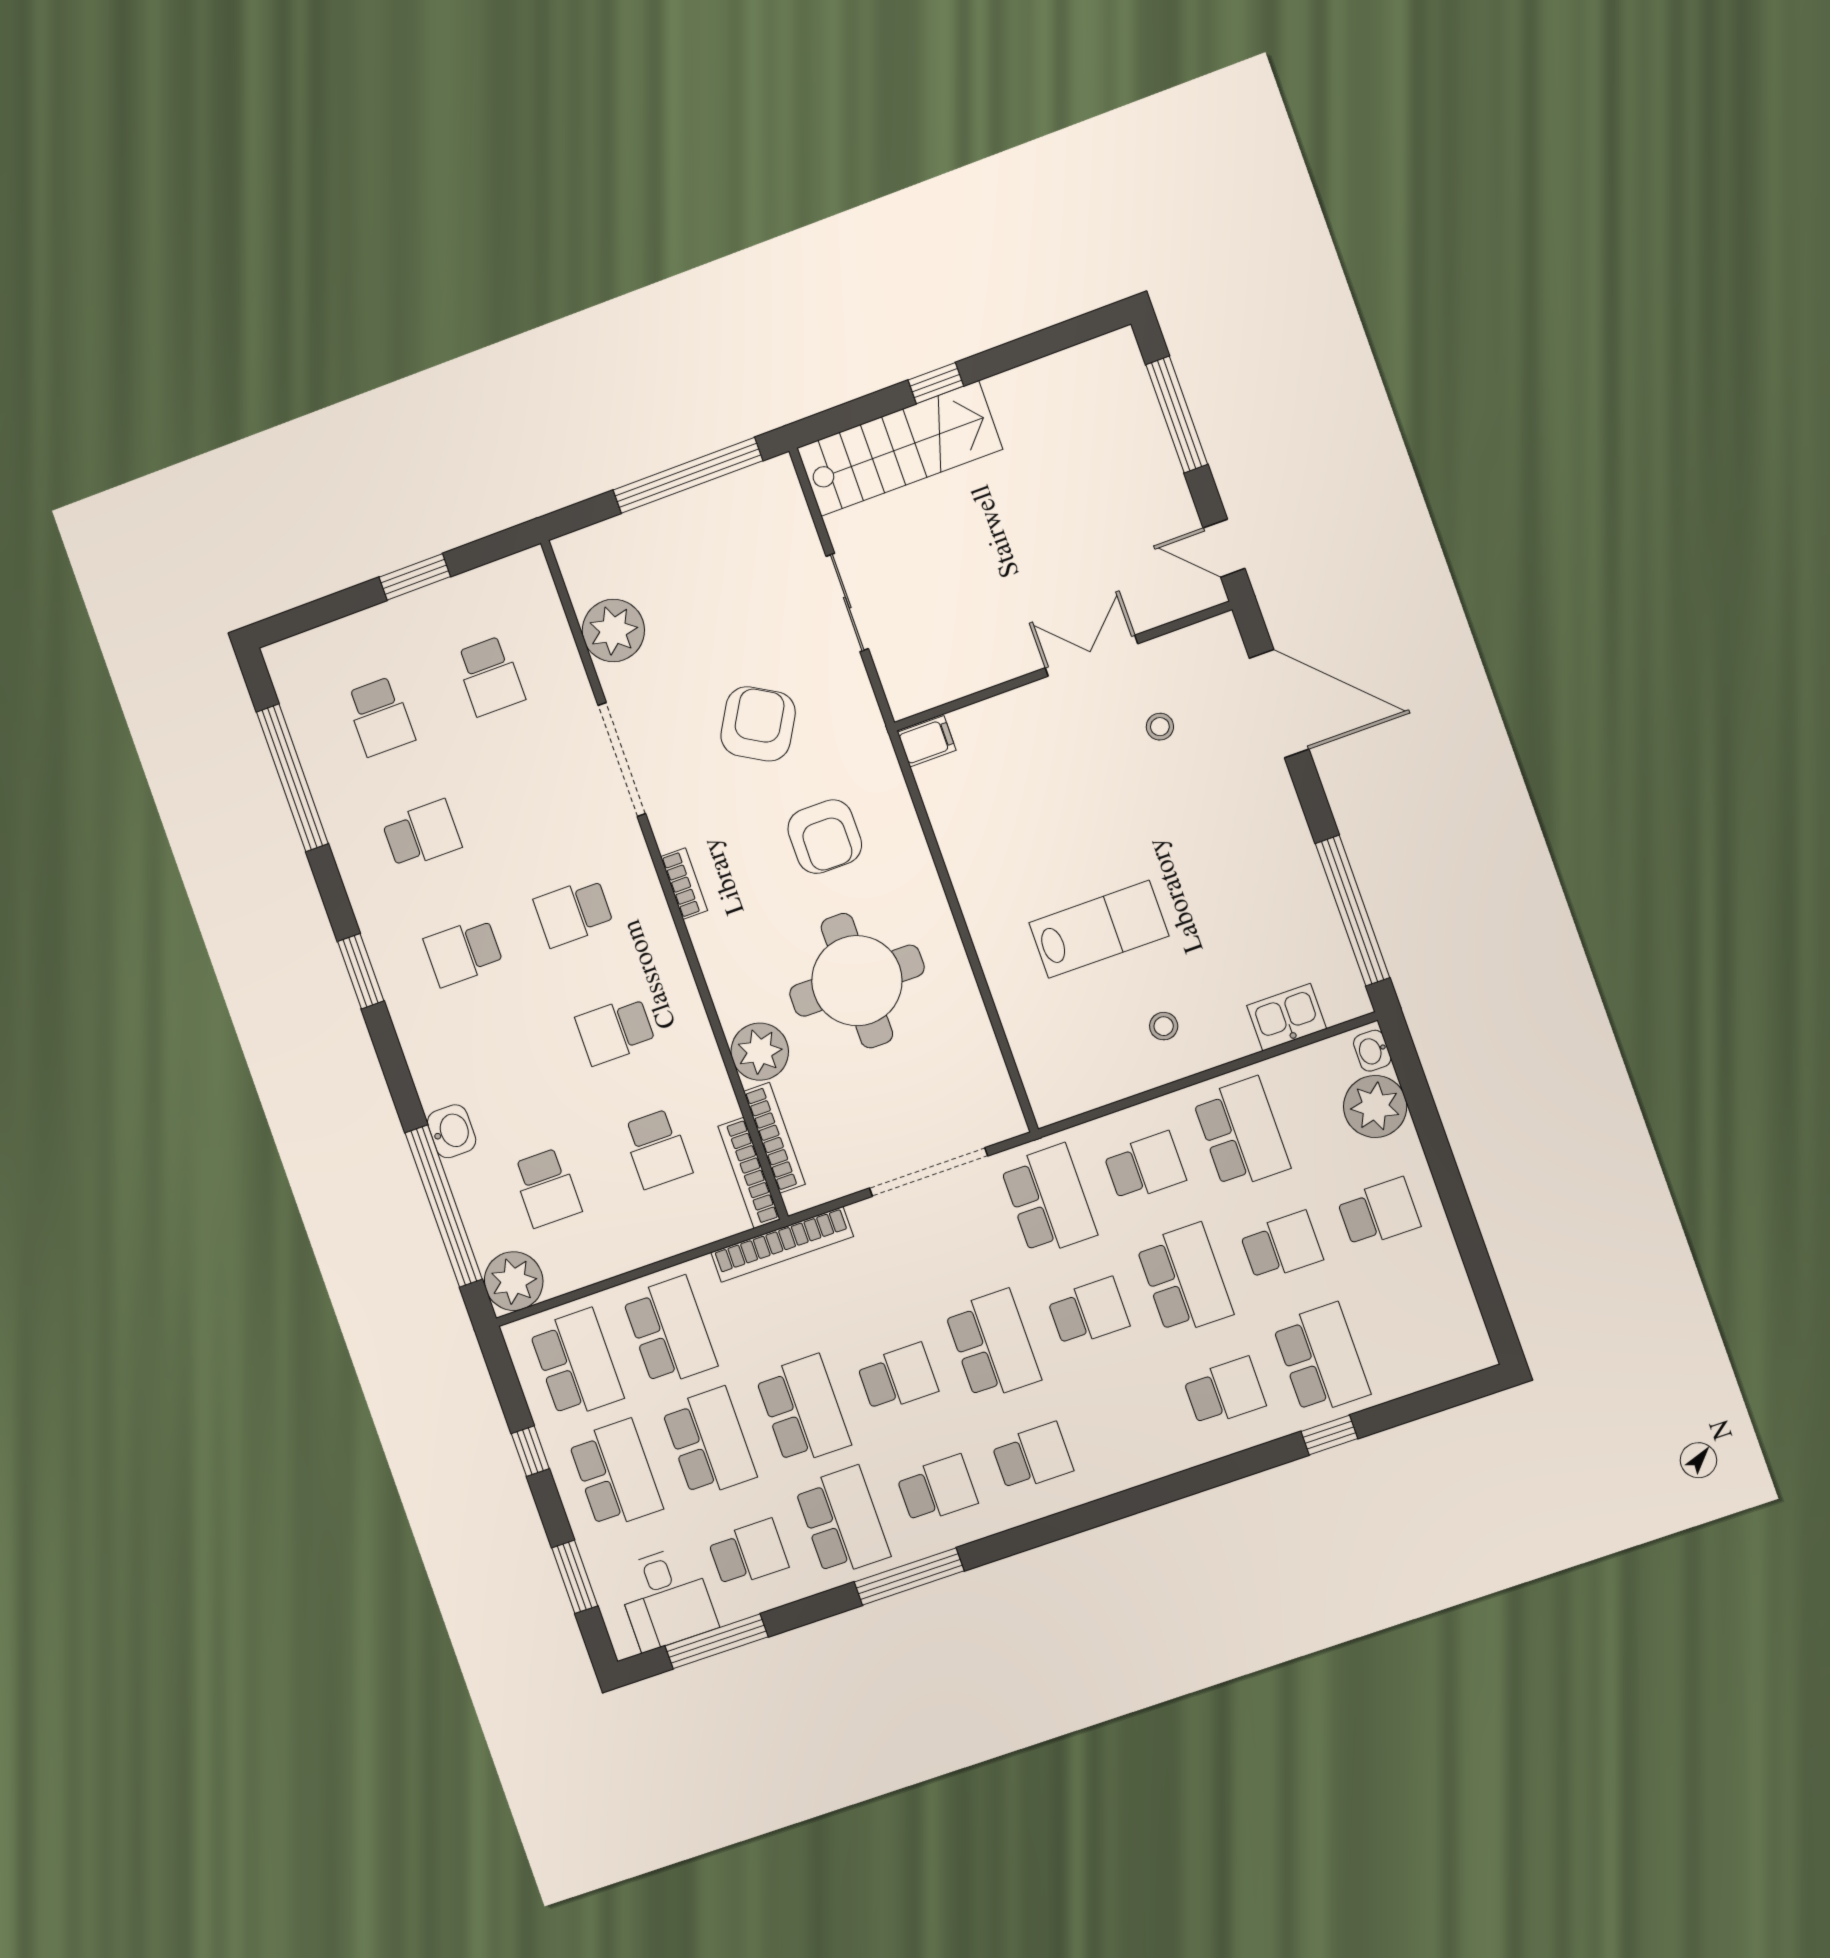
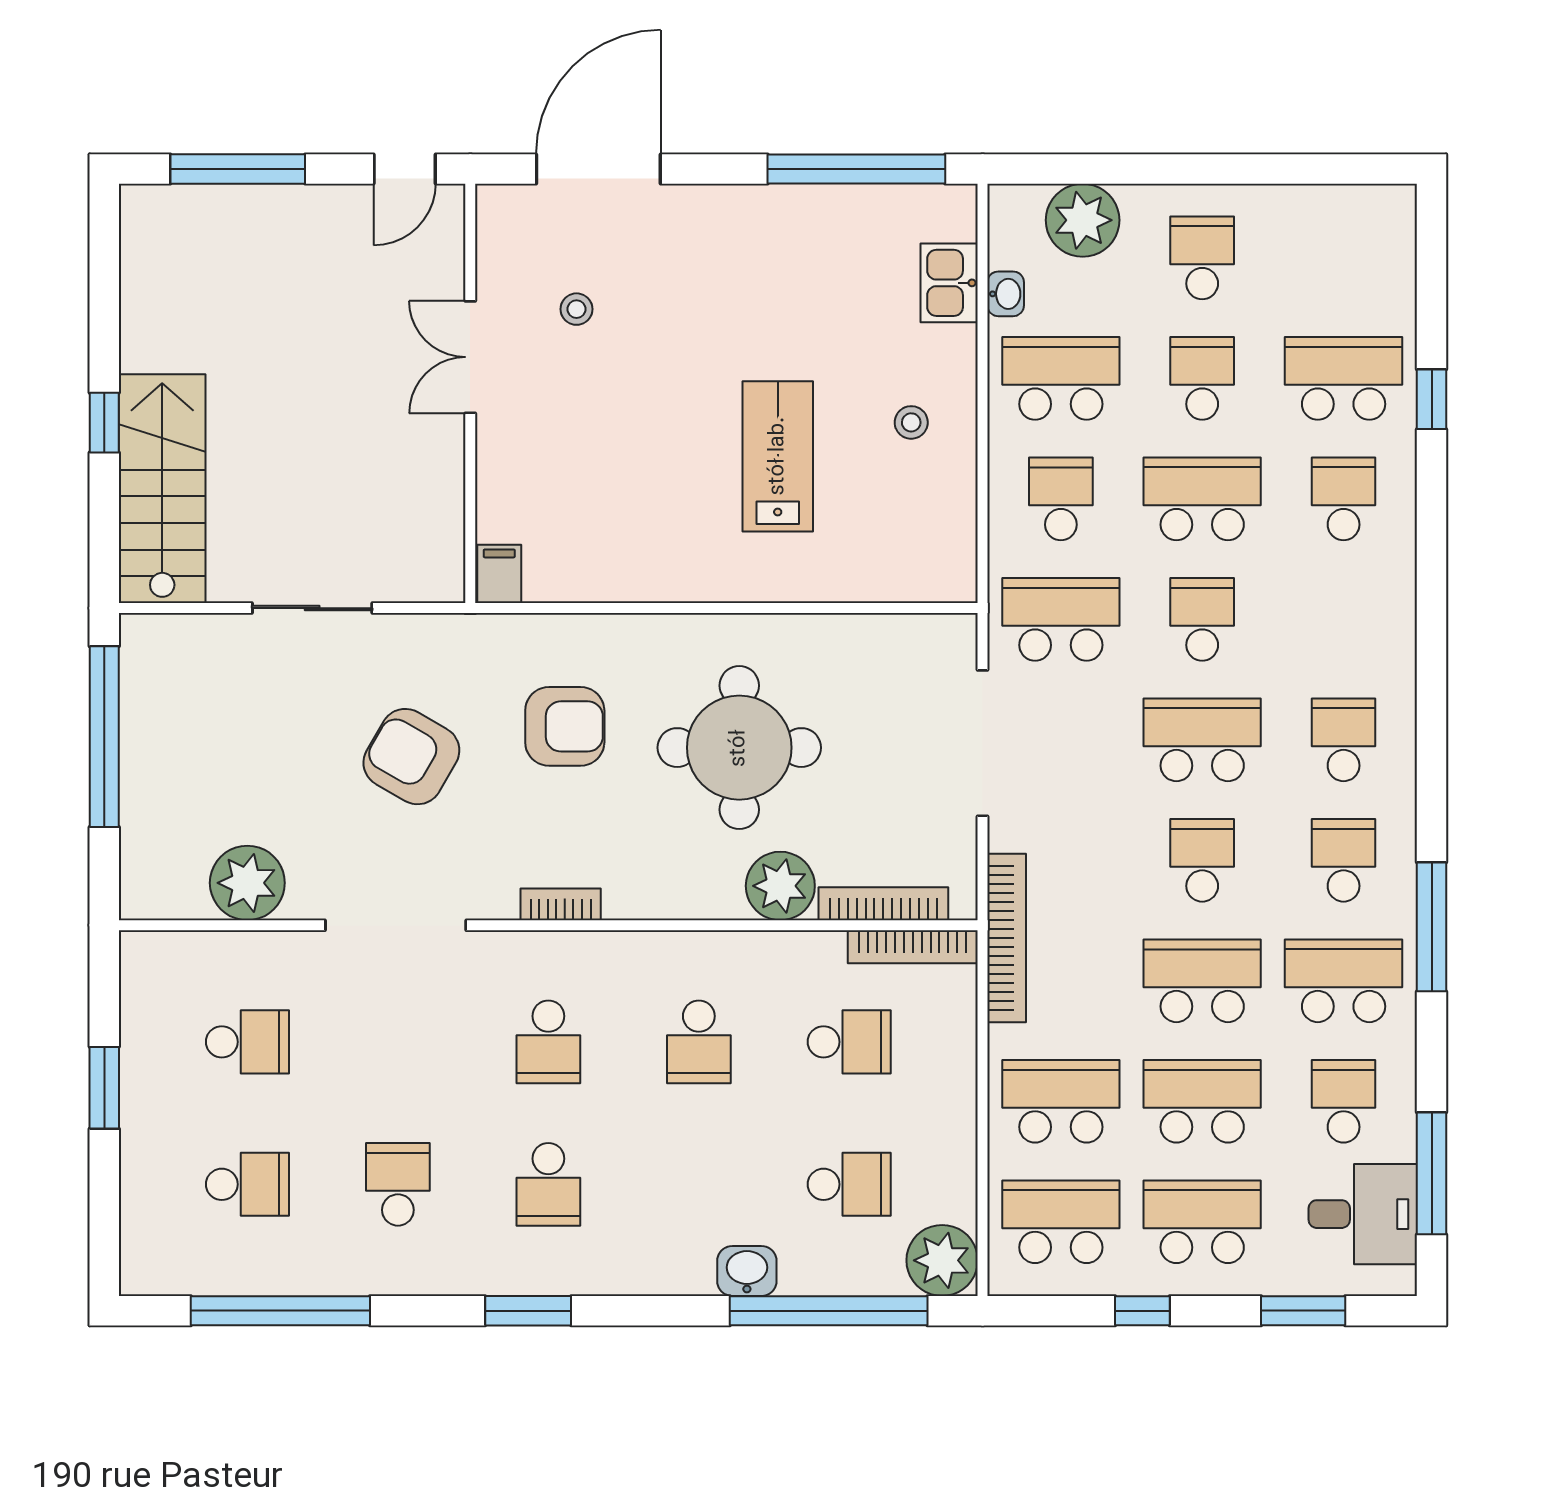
washbasin: (1372, 1051) -> (1006, 294), moved, turned -90

